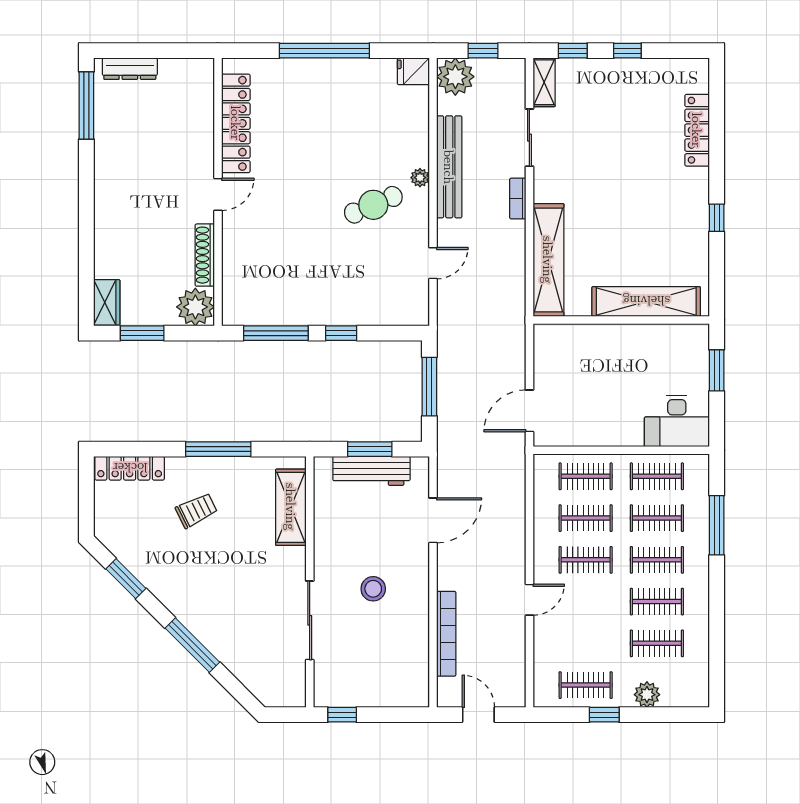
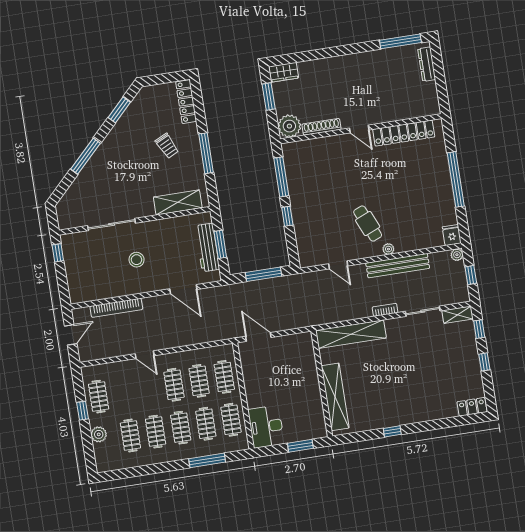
plant: (455, 77) -> (457, 255), width x0.53, depth x0.53
locker: (697, 130) -> (472, 407), moved, width x0.66

